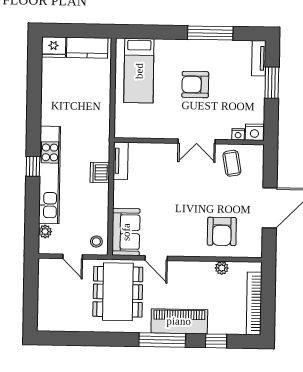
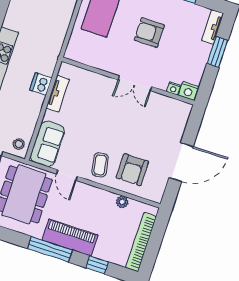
tv unit: (121, 161) -> (58, 94), moved
coffee table: (232, 163) -> (100, 165), moved

